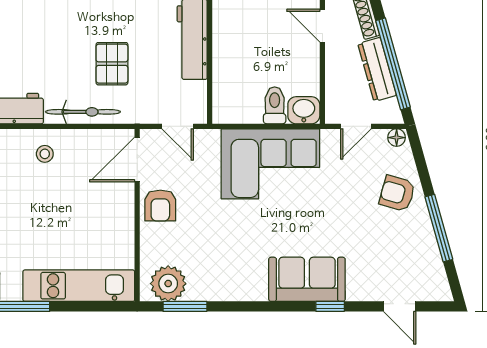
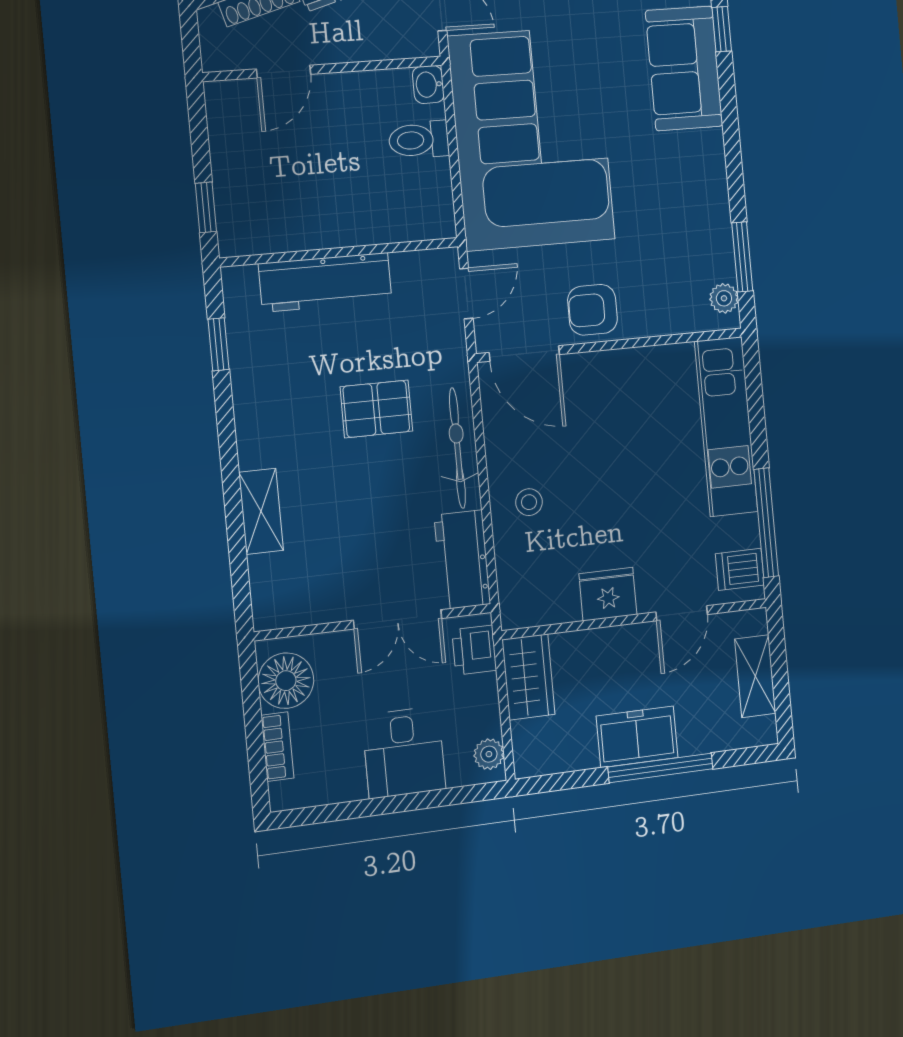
washbasin: (304, 110) -> (428, 84), width x0.72, depth x0.69
corner sofa: (270, 164) -> (531, 138), width x1.36, depth x1.36
armchair: (160, 206) -> (592, 310), turned 180
plant: (168, 284) -> (724, 298), width x0.53, depth x0.53

